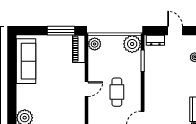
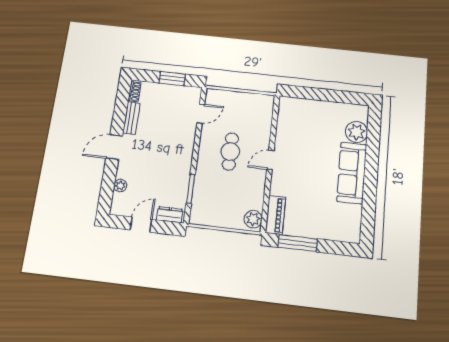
door: (175, 31) -> (141, 225), swing flipped
plant: (132, 44) -> (202, 213), removed
sofa: (26, 61) -> (352, 173), moved

